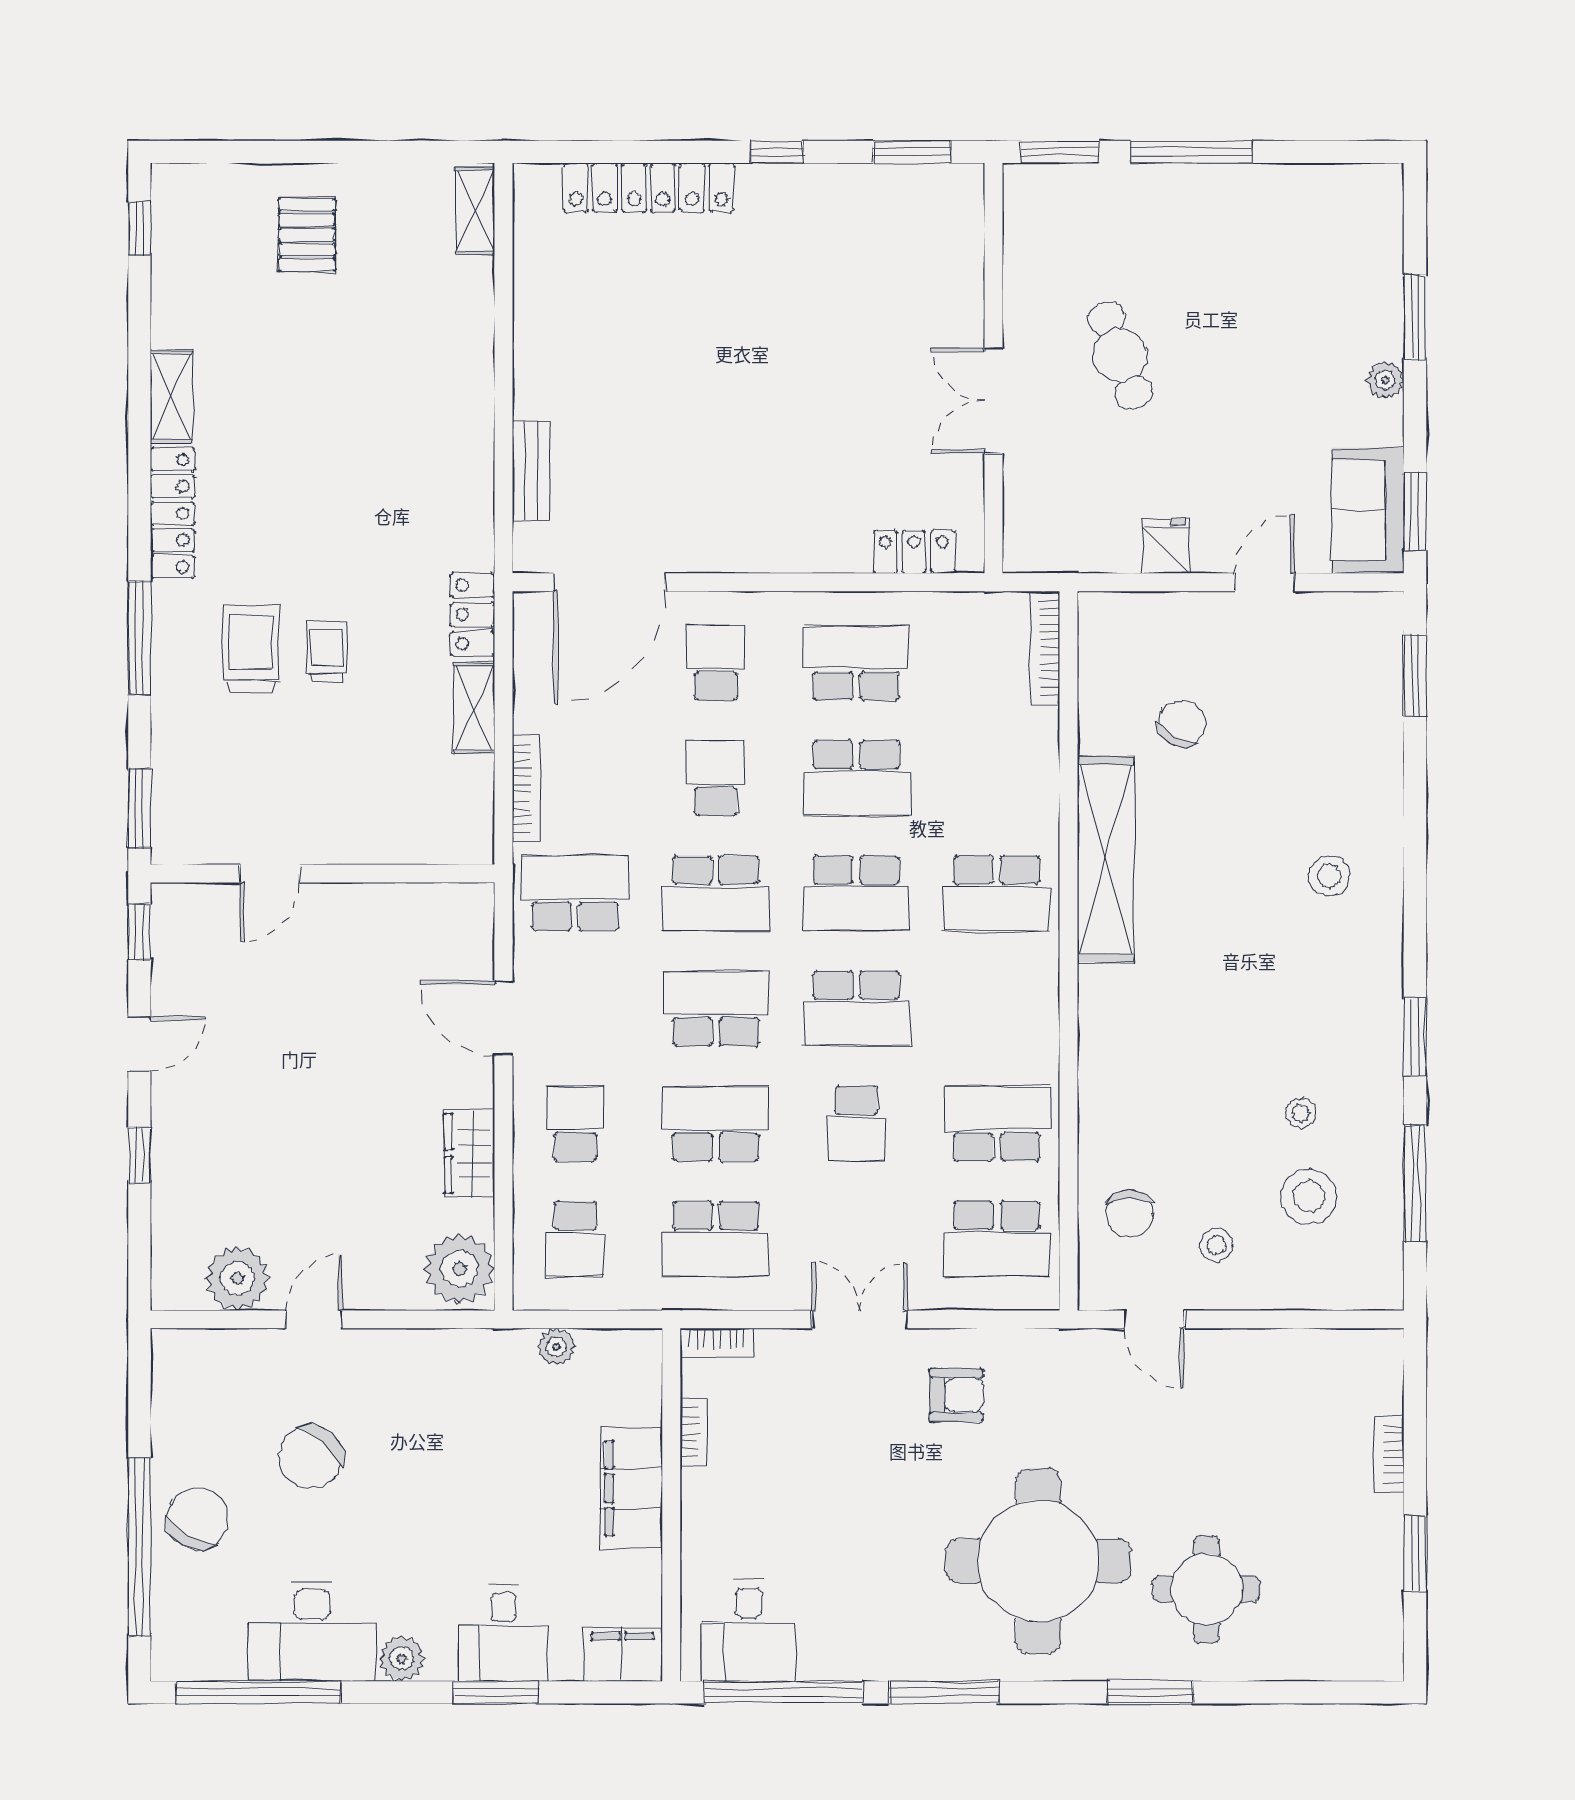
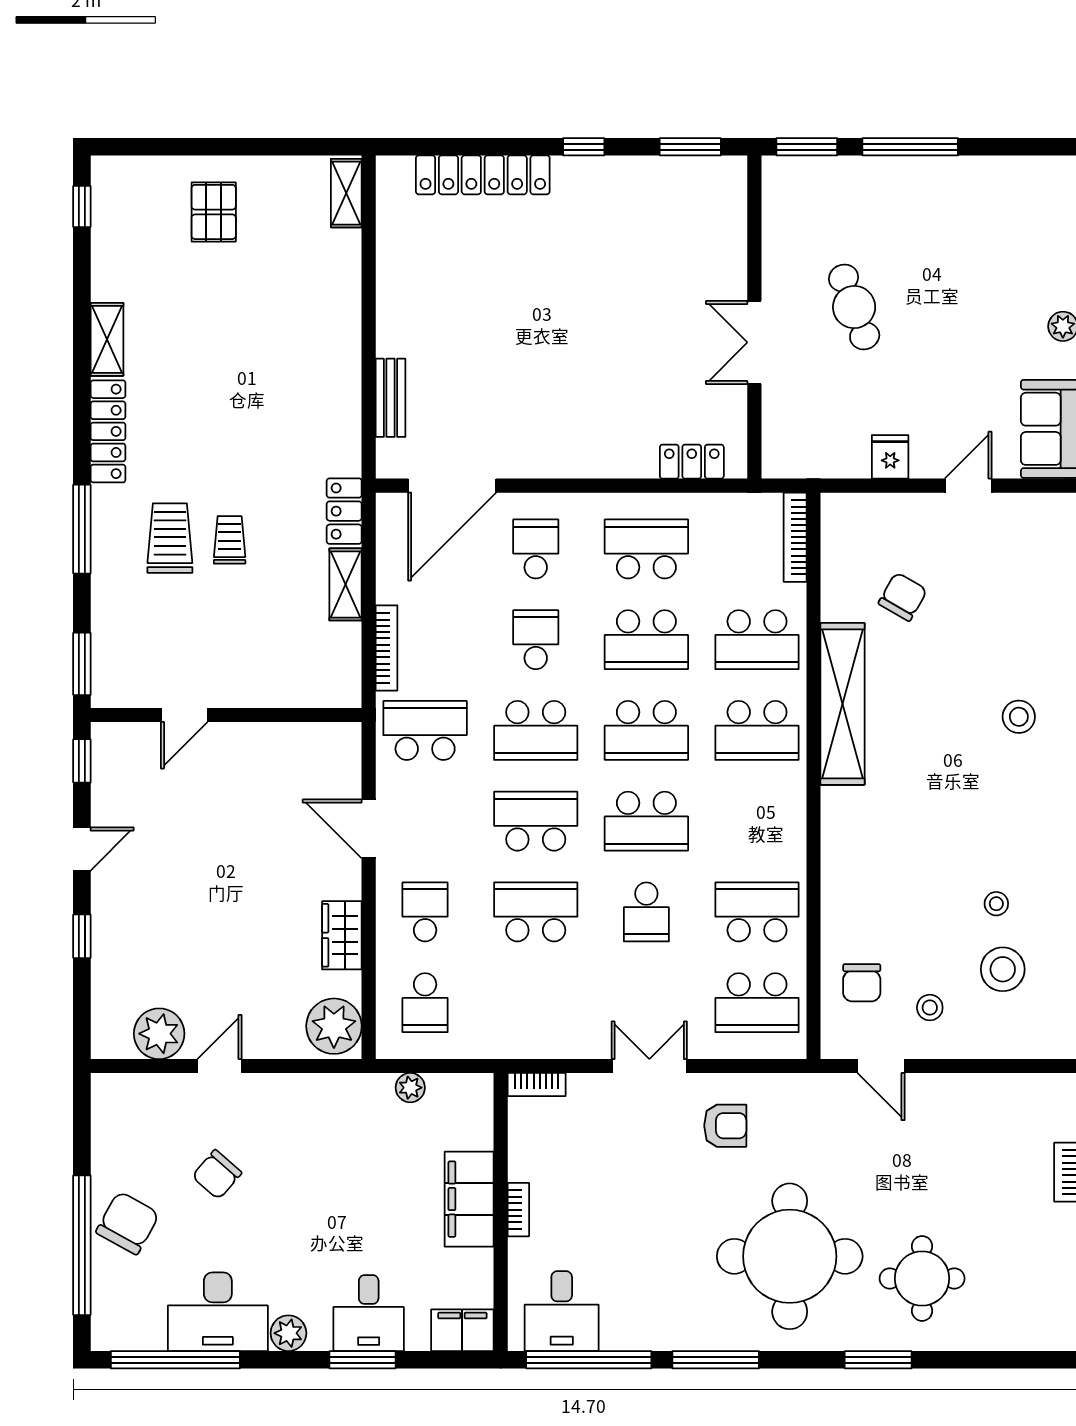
school desk: (716, 1239) -> (757, 640), moved
bookcase: (694, 1432) -> (518, 1210), moved
chair: (311, 1457) -> (217, 1174), width x0.73, depth x0.73

